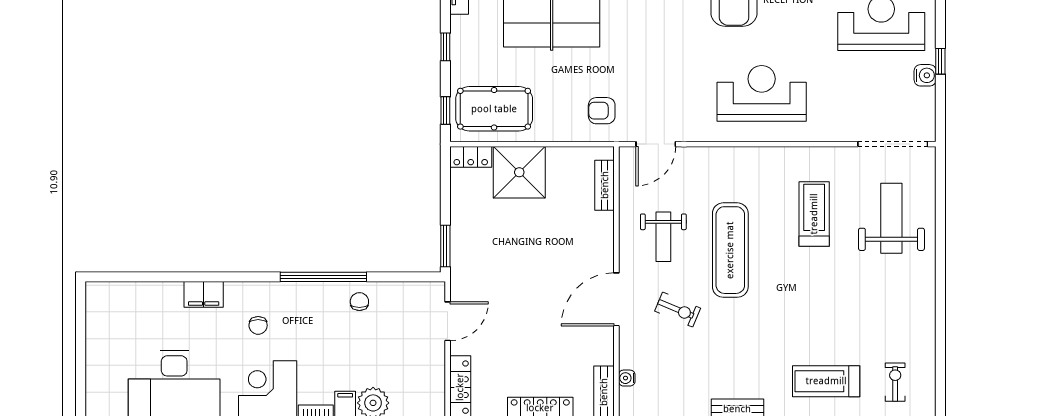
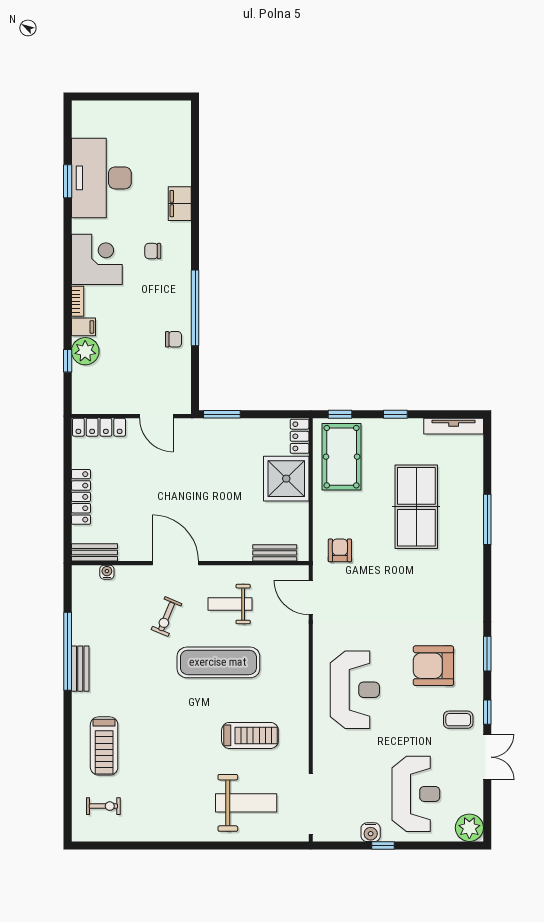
treadmill: (826, 381) -> (104, 746), turned 180

